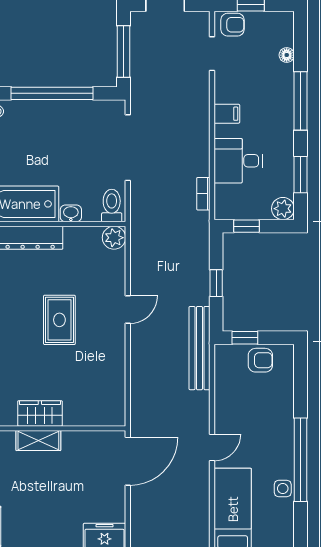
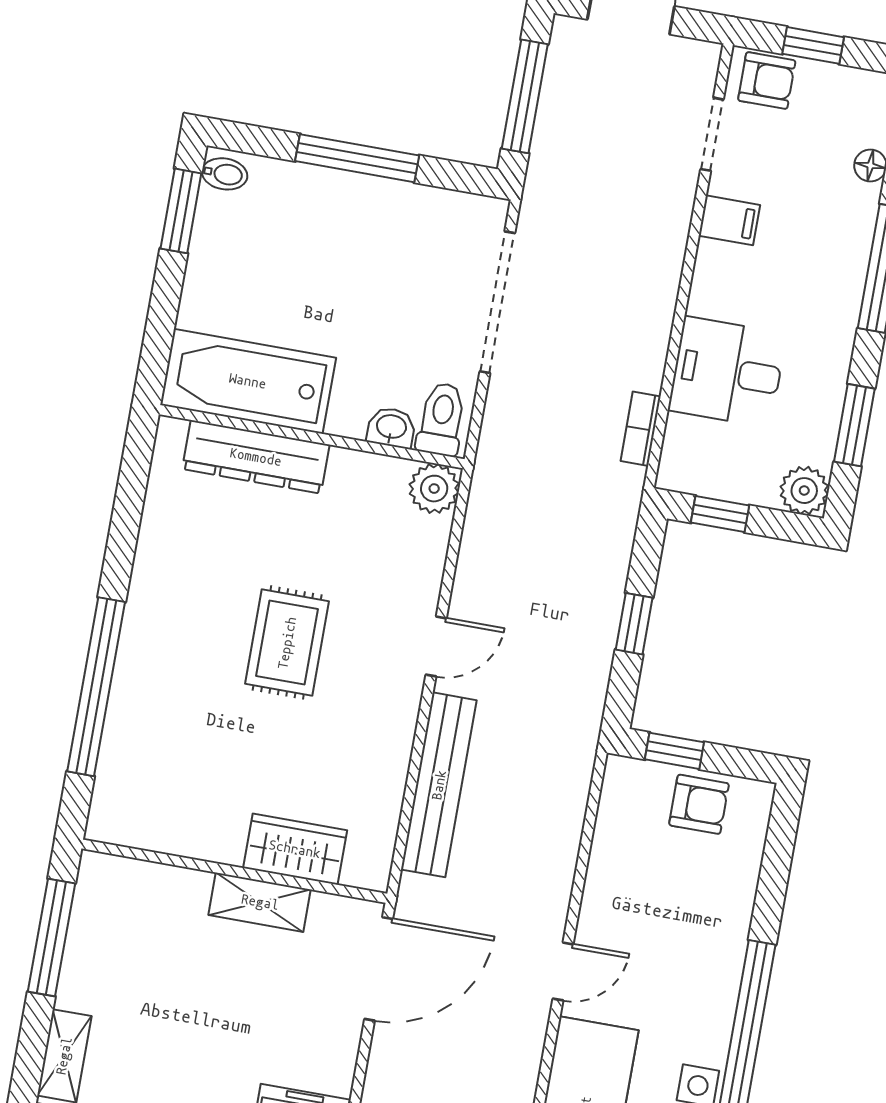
window: (52, 93) -> (357, 158), width x0.68
filing cabinet: (227, 114) -> (729, 220), moved
washbasin: (71, 213) -> (391, 428), moved
bench: (199, 348) -> (439, 785), moved
wardrobe: (40, 413) -> (295, 849), moved
shelving: (38, 441) -> (260, 902), moved

